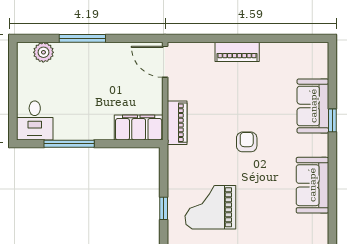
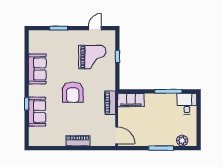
armchair: (247, 142) -> (73, 92), width x1.88, depth x1.88

